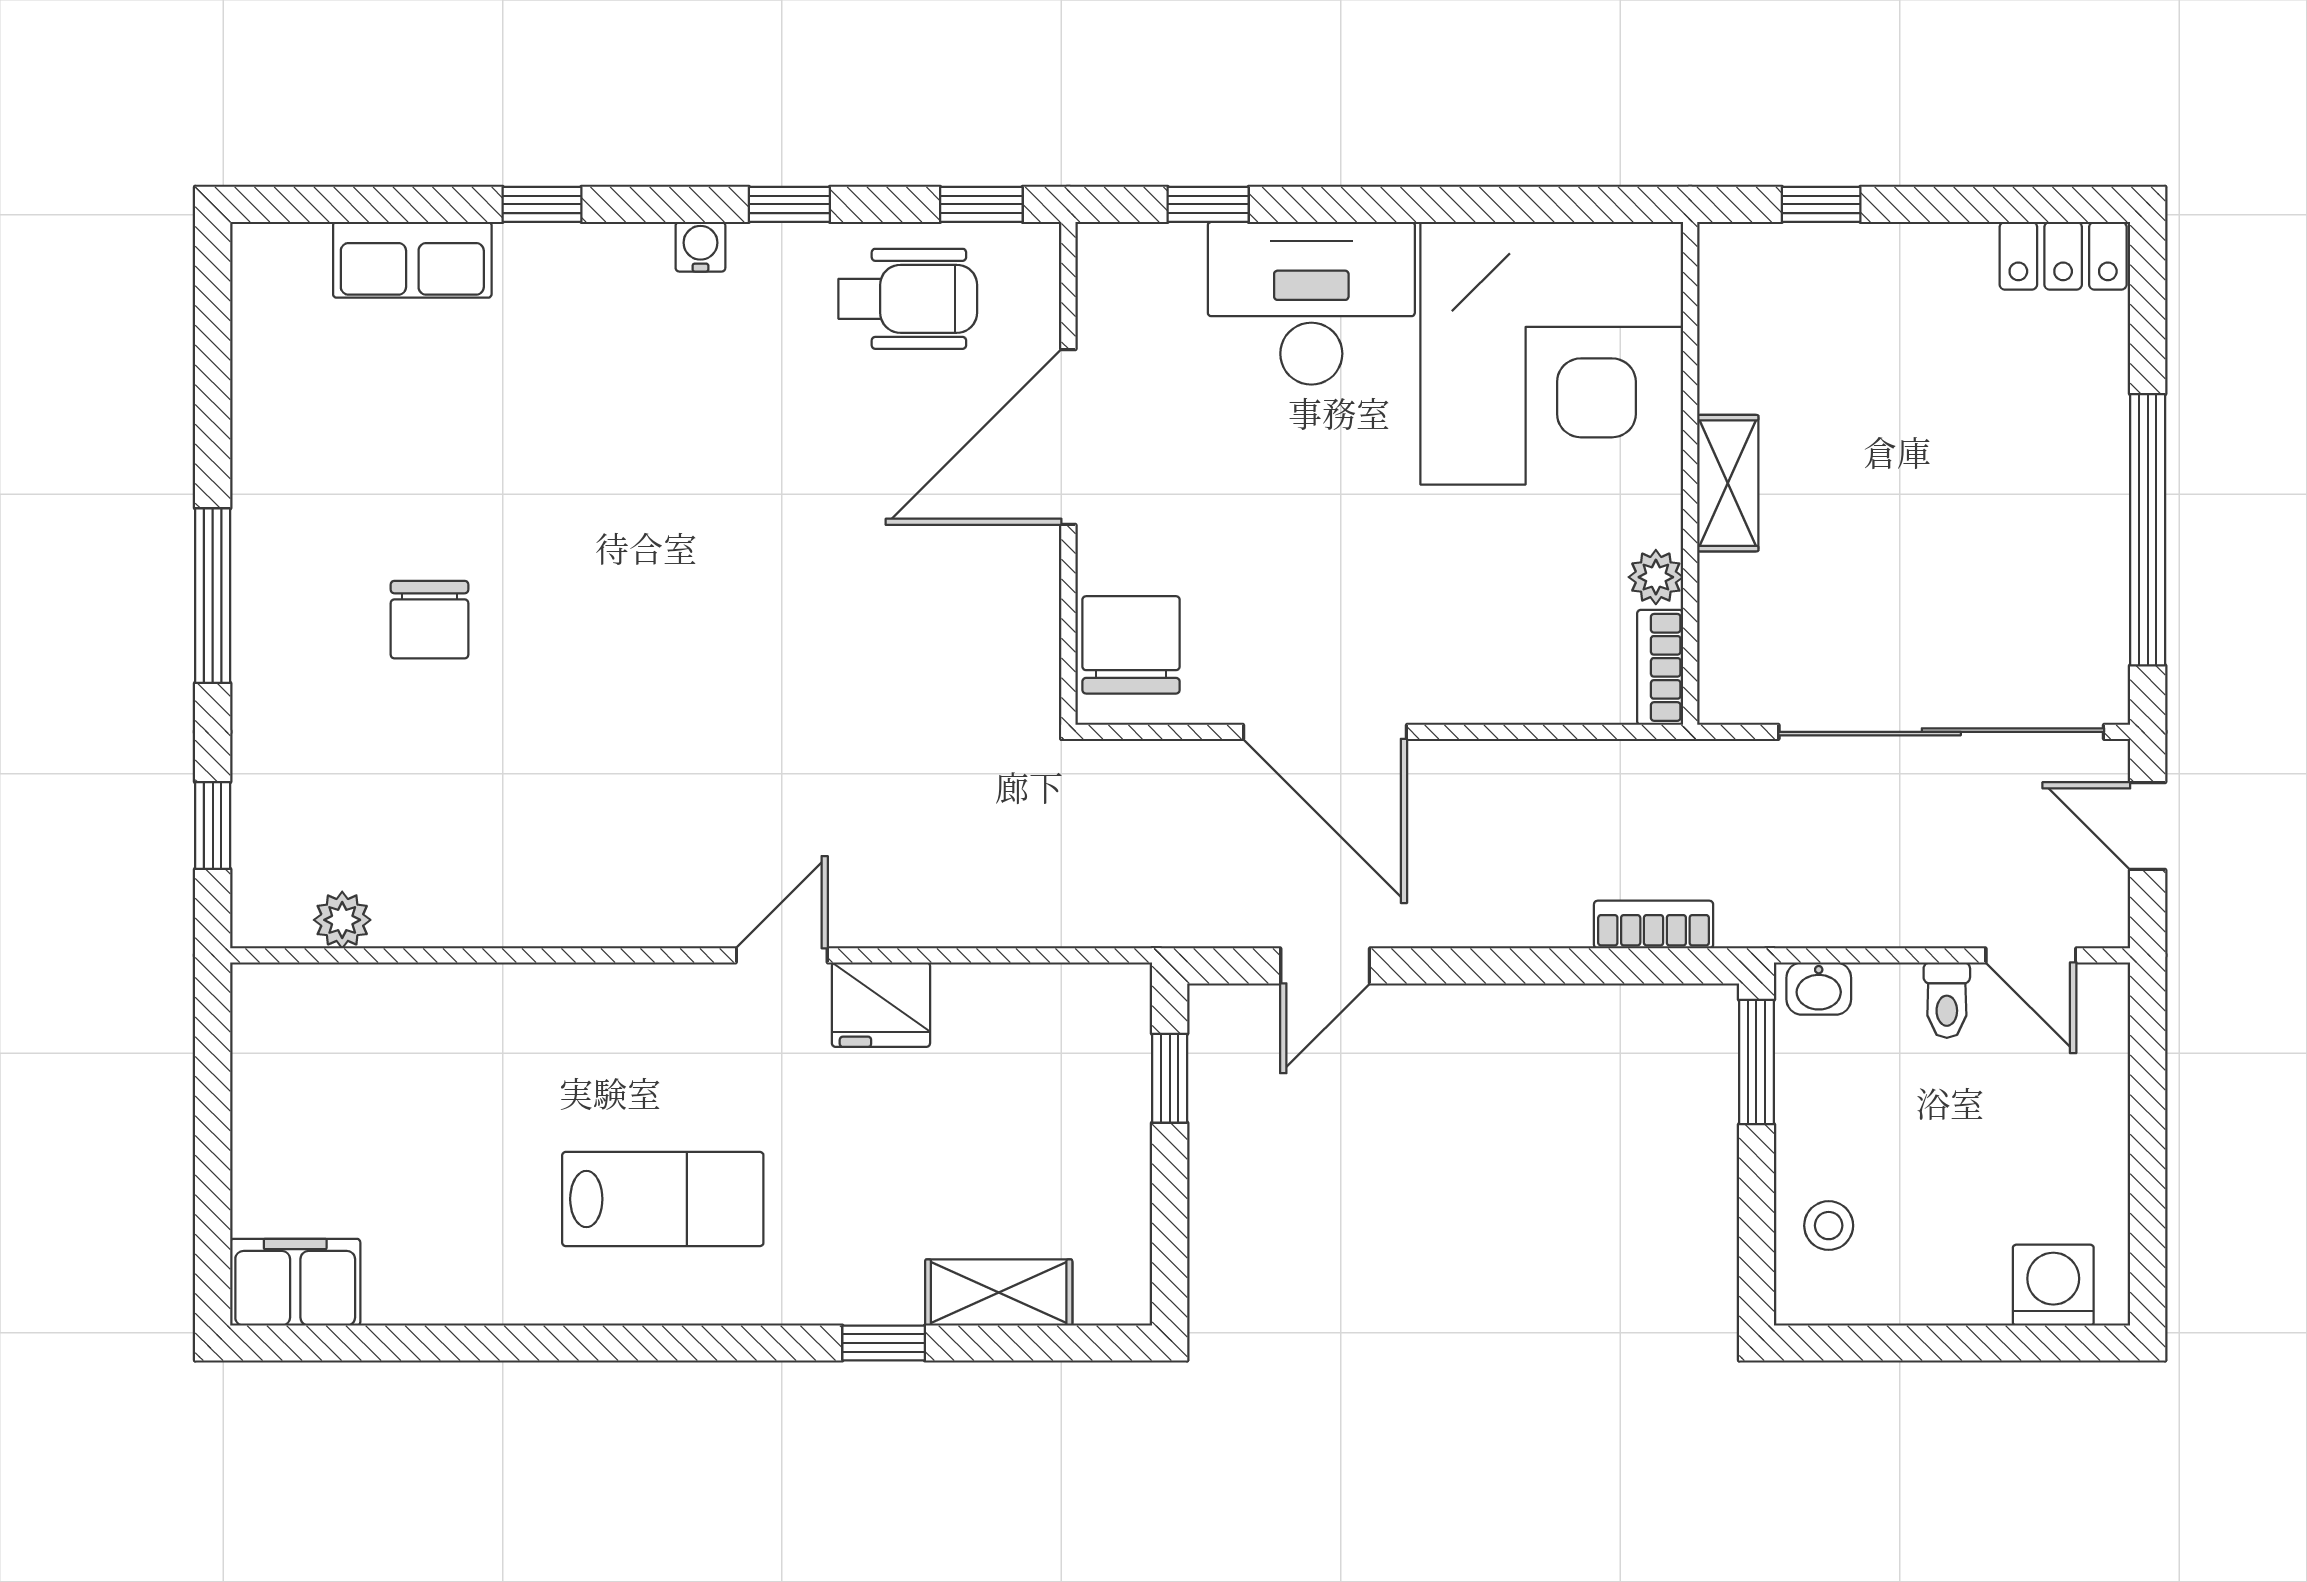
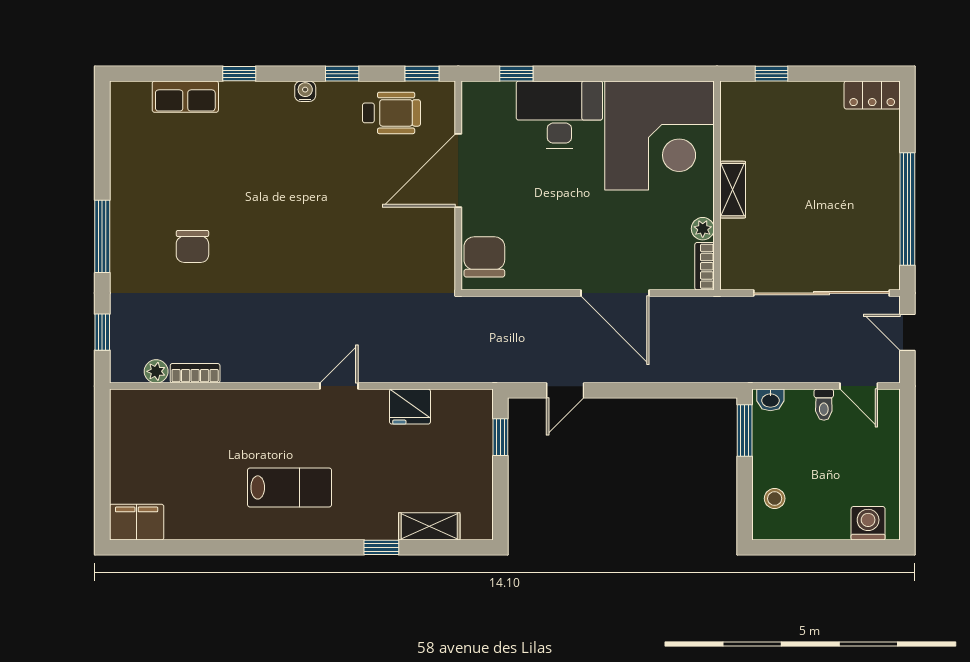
door: (1325, 732) -> (615, 293), moved
bookcase: (1654, 925) -> (195, 373), moved
fridge: (881, 1005) -> (410, 407), moved

